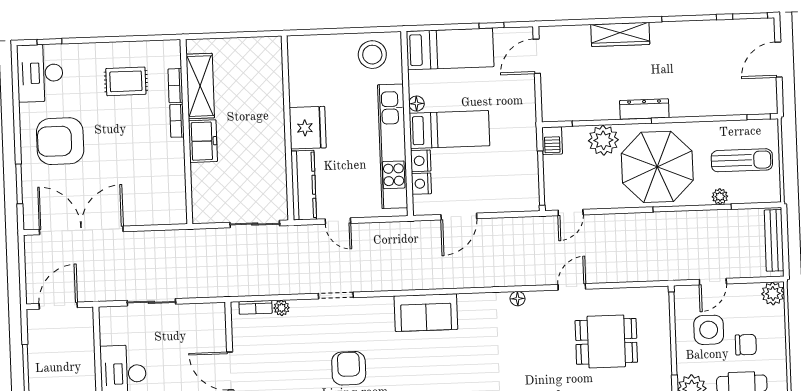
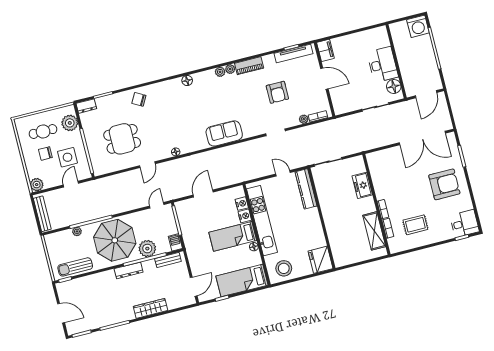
door: (778, 60) -> (61, 313), hinge flipped
desk: (40, 73) -> (464, 223), width x0.73
bench: (572, 113) -> (168, 260), added
fridge: (308, 128) -> (320, 260), moved
freezer: (203, 141) -> (362, 185), moved
sun lounger: (742, 160) -> (75, 267), moved
door: (459, 217) -> (203, 193), moved
floor lamp: (112, 331) -> (394, 86), added
armchair: (349, 368) -> (277, 92), moved

